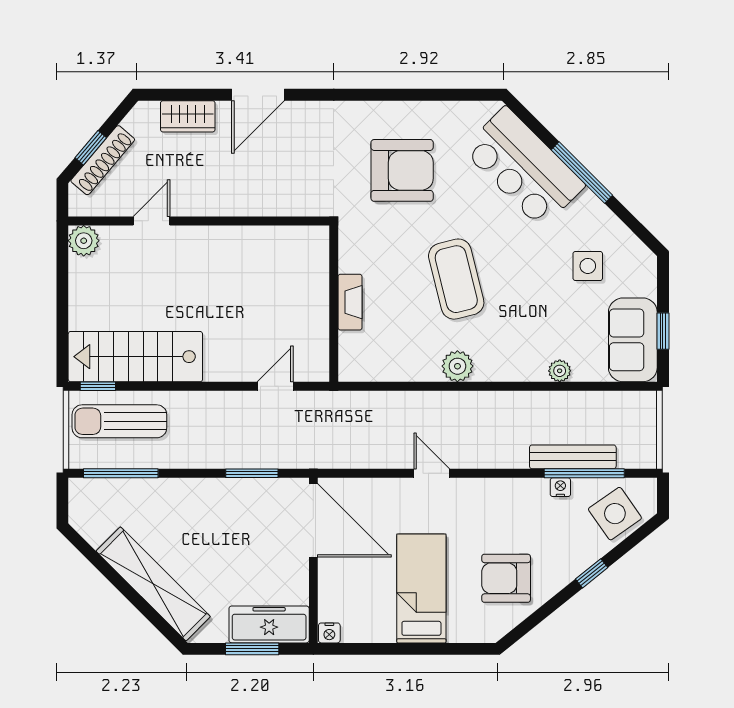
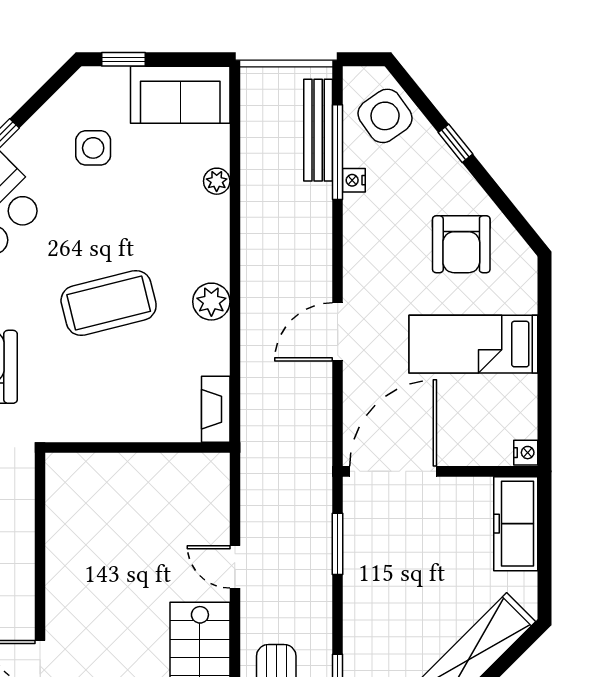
fireplace: (350, 302) -> (216, 409), moved, turned -90
window: (663, 331) -> (123, 59), moved
door: (275, 386) -> (235, 567), moved
bench: (573, 457) -> (318, 130), moved
door: (432, 473) -> (338, 332), width x1.38
window: (252, 649) -> (544, 544), removed

